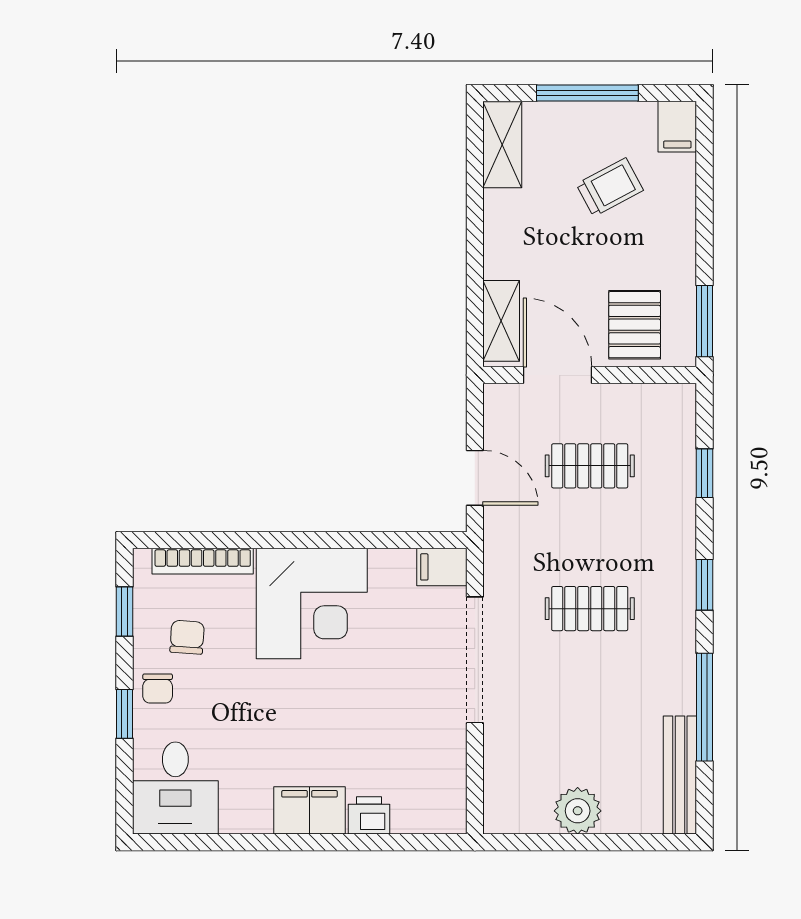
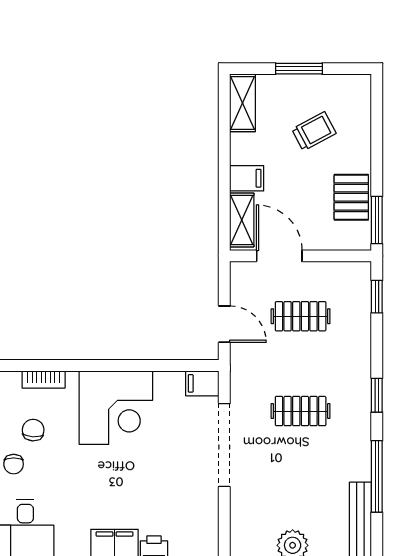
window: (587, 93) -> (299, 69), width x0.69
filing cabinet: (677, 127) -> (247, 178), moved, turned -90
pallet: (635, 325) -> (351, 197), moved
window: (705, 473) -> (377, 297), moved
bookcase: (203, 561) -> (44, 379), width x0.64

